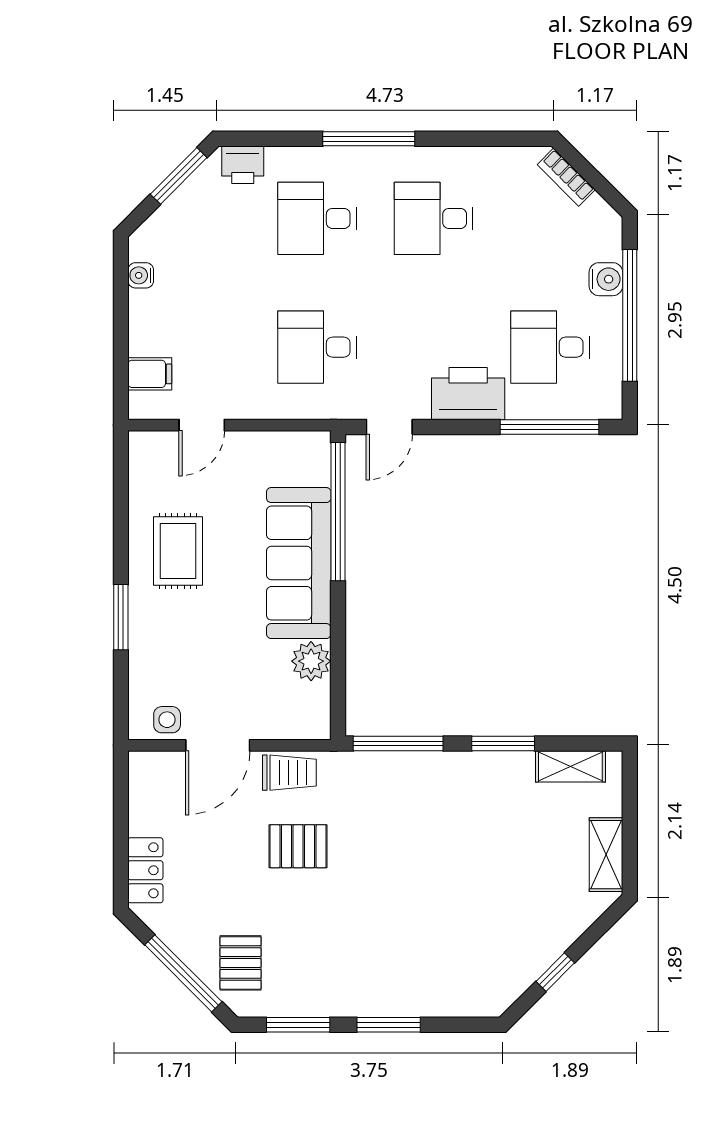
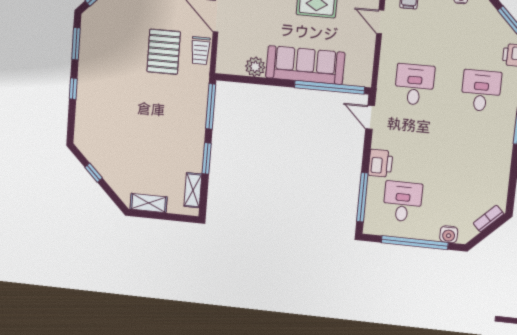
desk: (434, 218) -> (475, 150), removed
water cooler: (606, 279) -> (449, 234), moved
printer: (468, 394) -> (380, 163), width x0.73, depth x0.84
pallet: (298, 846) -> (164, 52), width x1.50, depth x1.42
pallet: (240, 963) -> (108, 18), removed
window: (389, 1025) -> (73, 89), width x0.67

